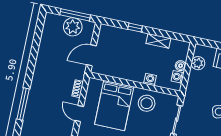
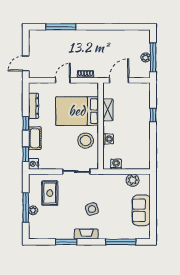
plant: (73, 27) -> (146, 57), width x0.53, depth x0.53
shelving: (158, 41) -> (108, 110), moved
door: (91, 55) -> (119, 80), hinge flipped
boiler: (181, 66) -> (127, 164), removed

